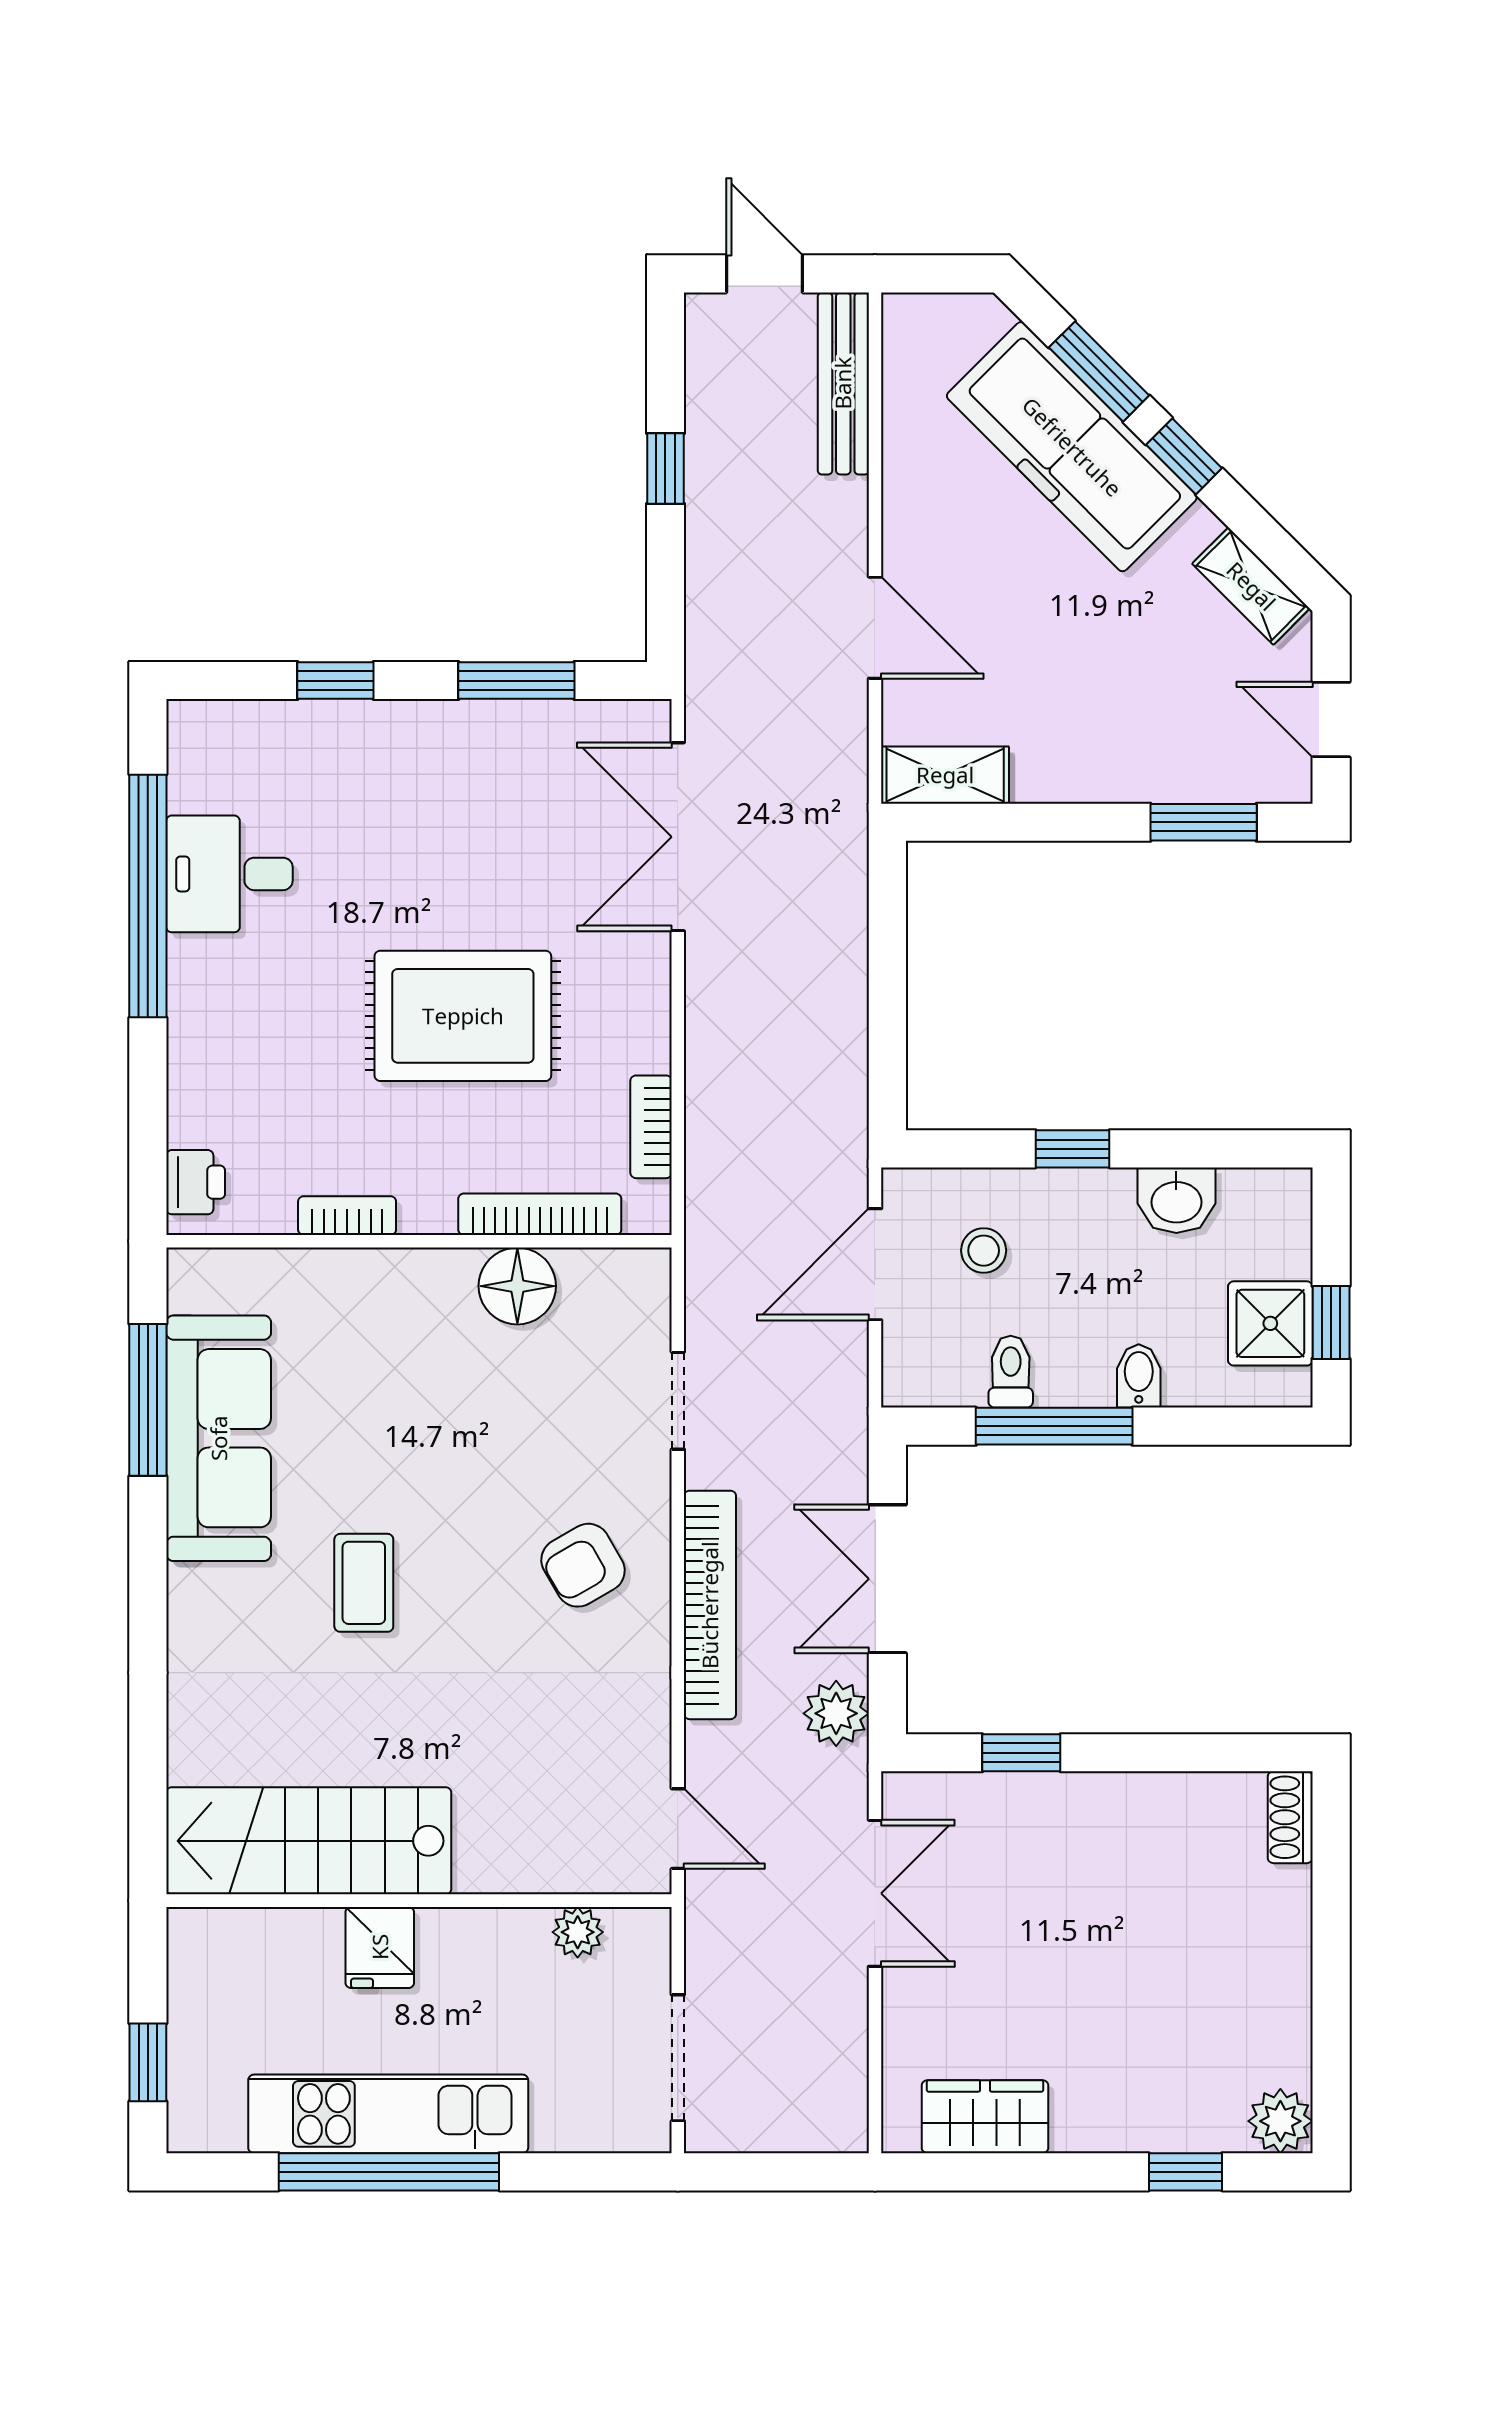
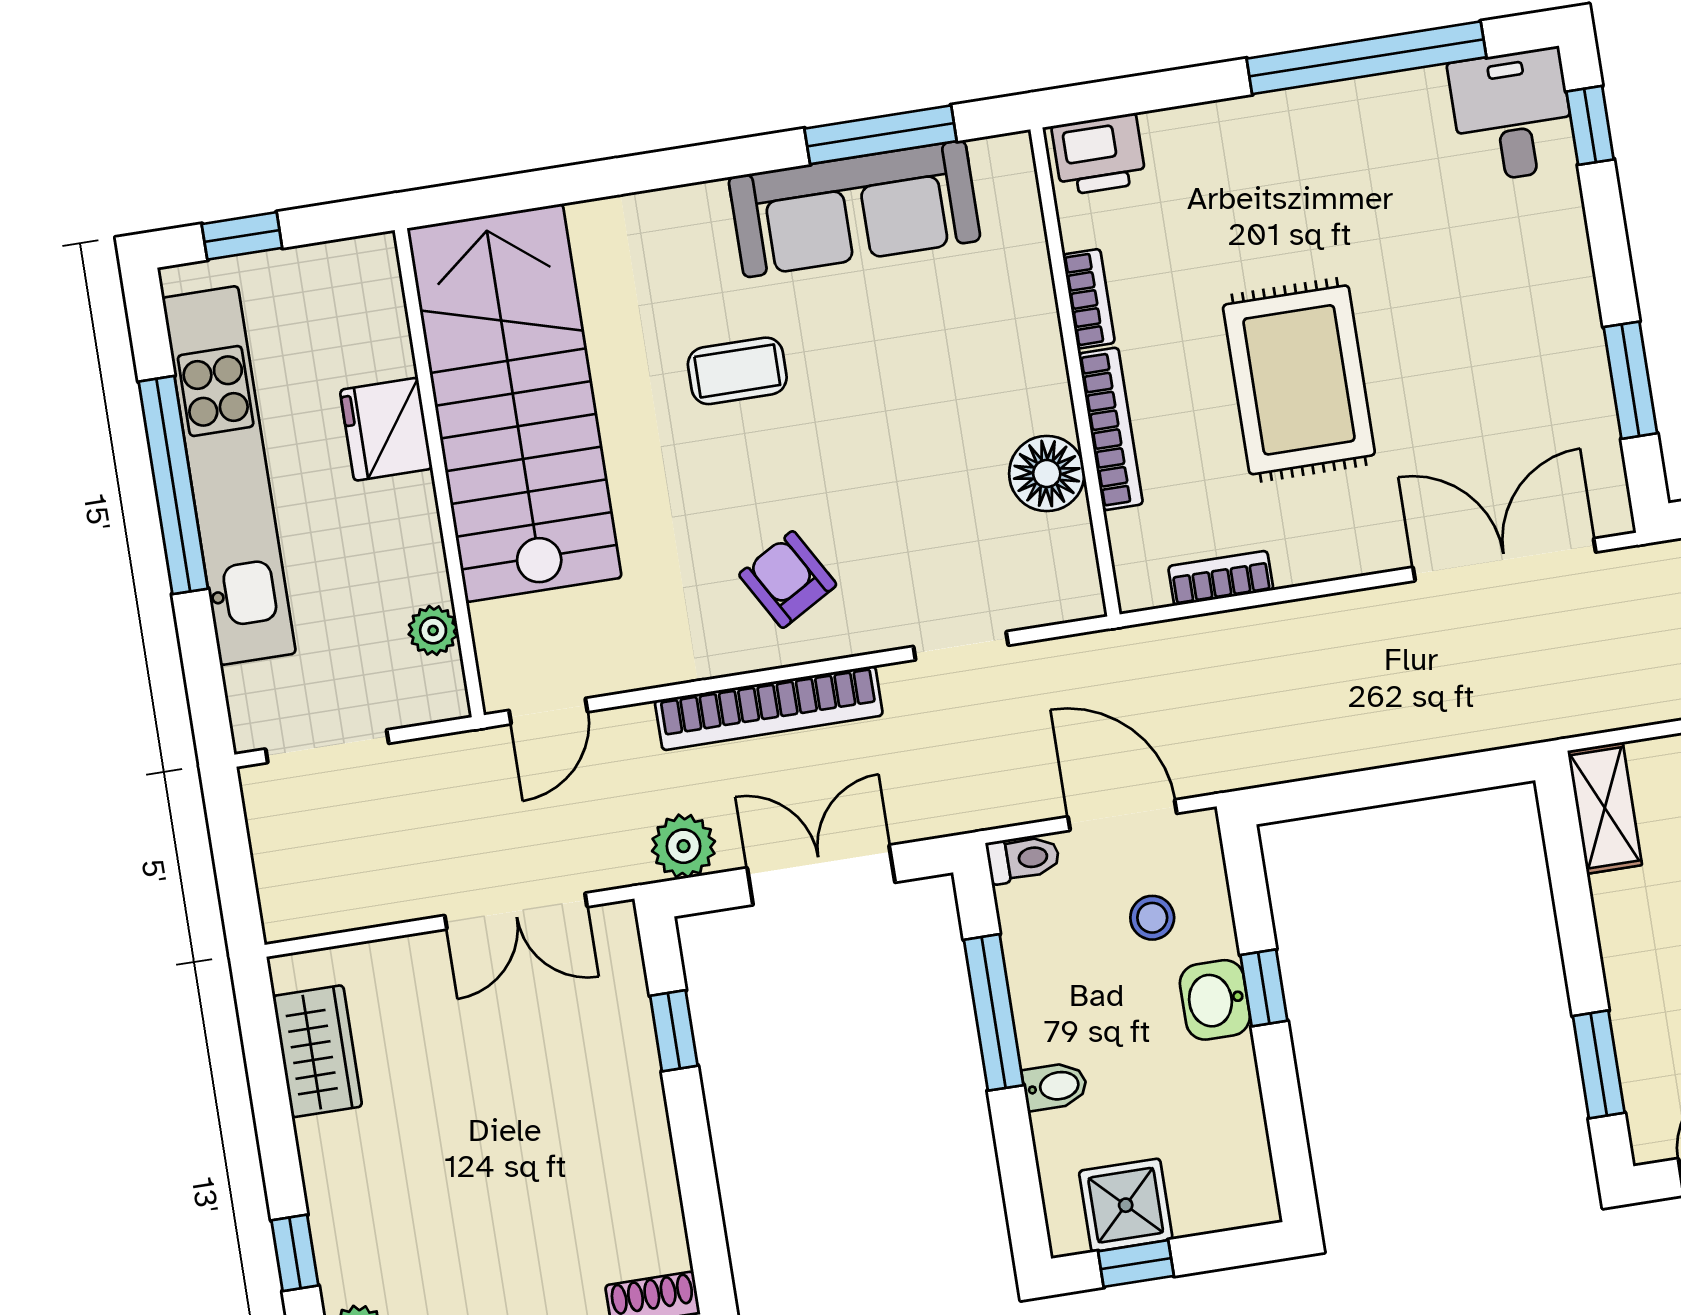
window: (335, 681) -> (1590, 125), moved
desk: (229, 874) -> (1512, 115), moved
printer: (196, 1182) -> (1099, 154), width x1.36, depth x1.24
washbasin: (1176, 1200) -> (1215, 1000), moved
bookcase: (540, 1214) -> (1111, 429), moved
toilet: (1011, 1372) -> (1023, 859), moved
stairs: (309, 1841) -> (514, 403), width x1.36, depth x1.51
fridge: (380, 1947) -> (386, 429), width x1.38
kitchen unit: (388, 2114) -> (229, 476), width x1.36

